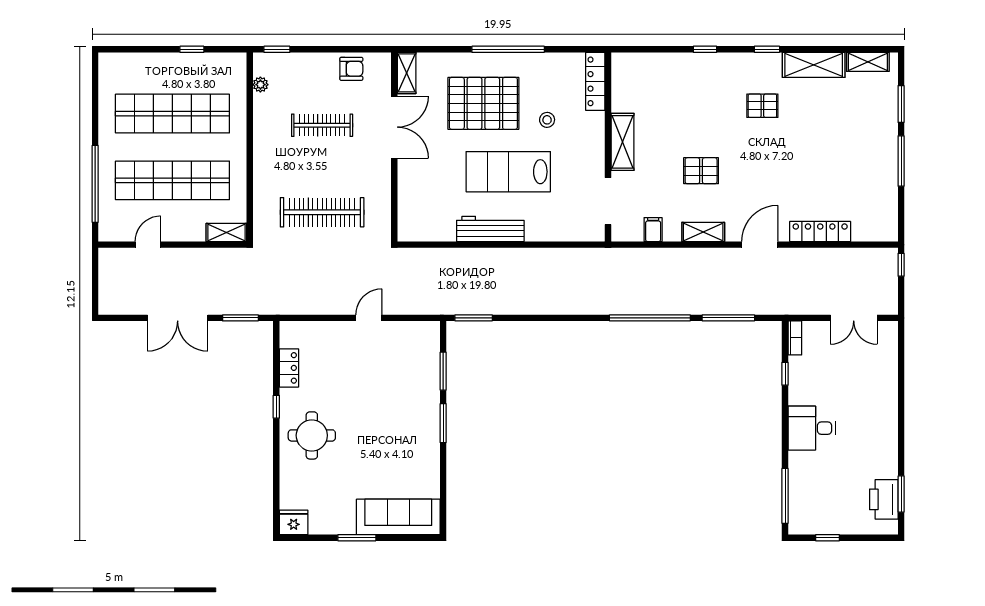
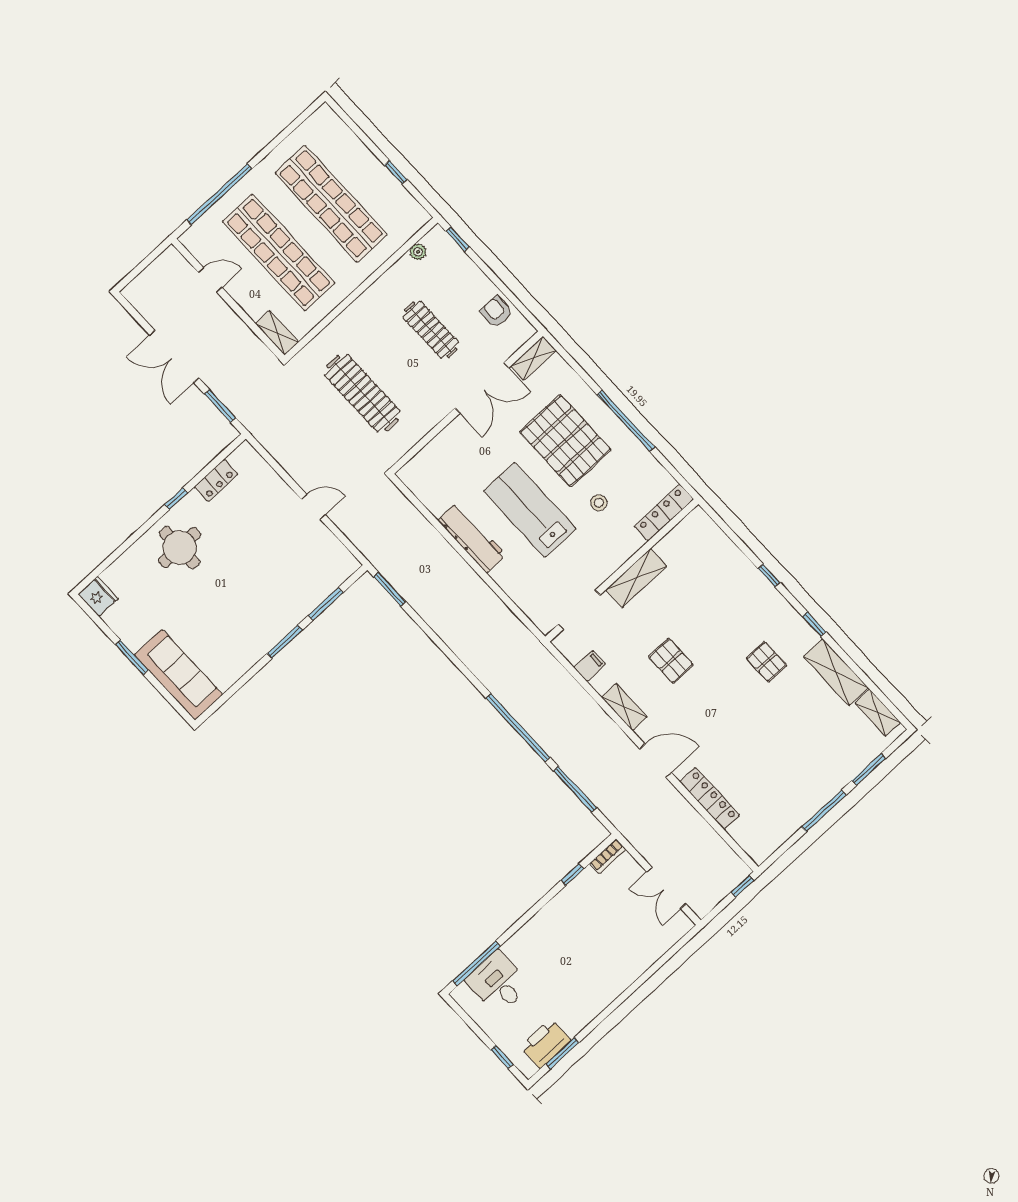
armchair: (351, 69) -> (496, 312), turned 180
desk: (812, 428) -> (498, 982), moved
window: (827, 538) -> (502, 1057), moved

